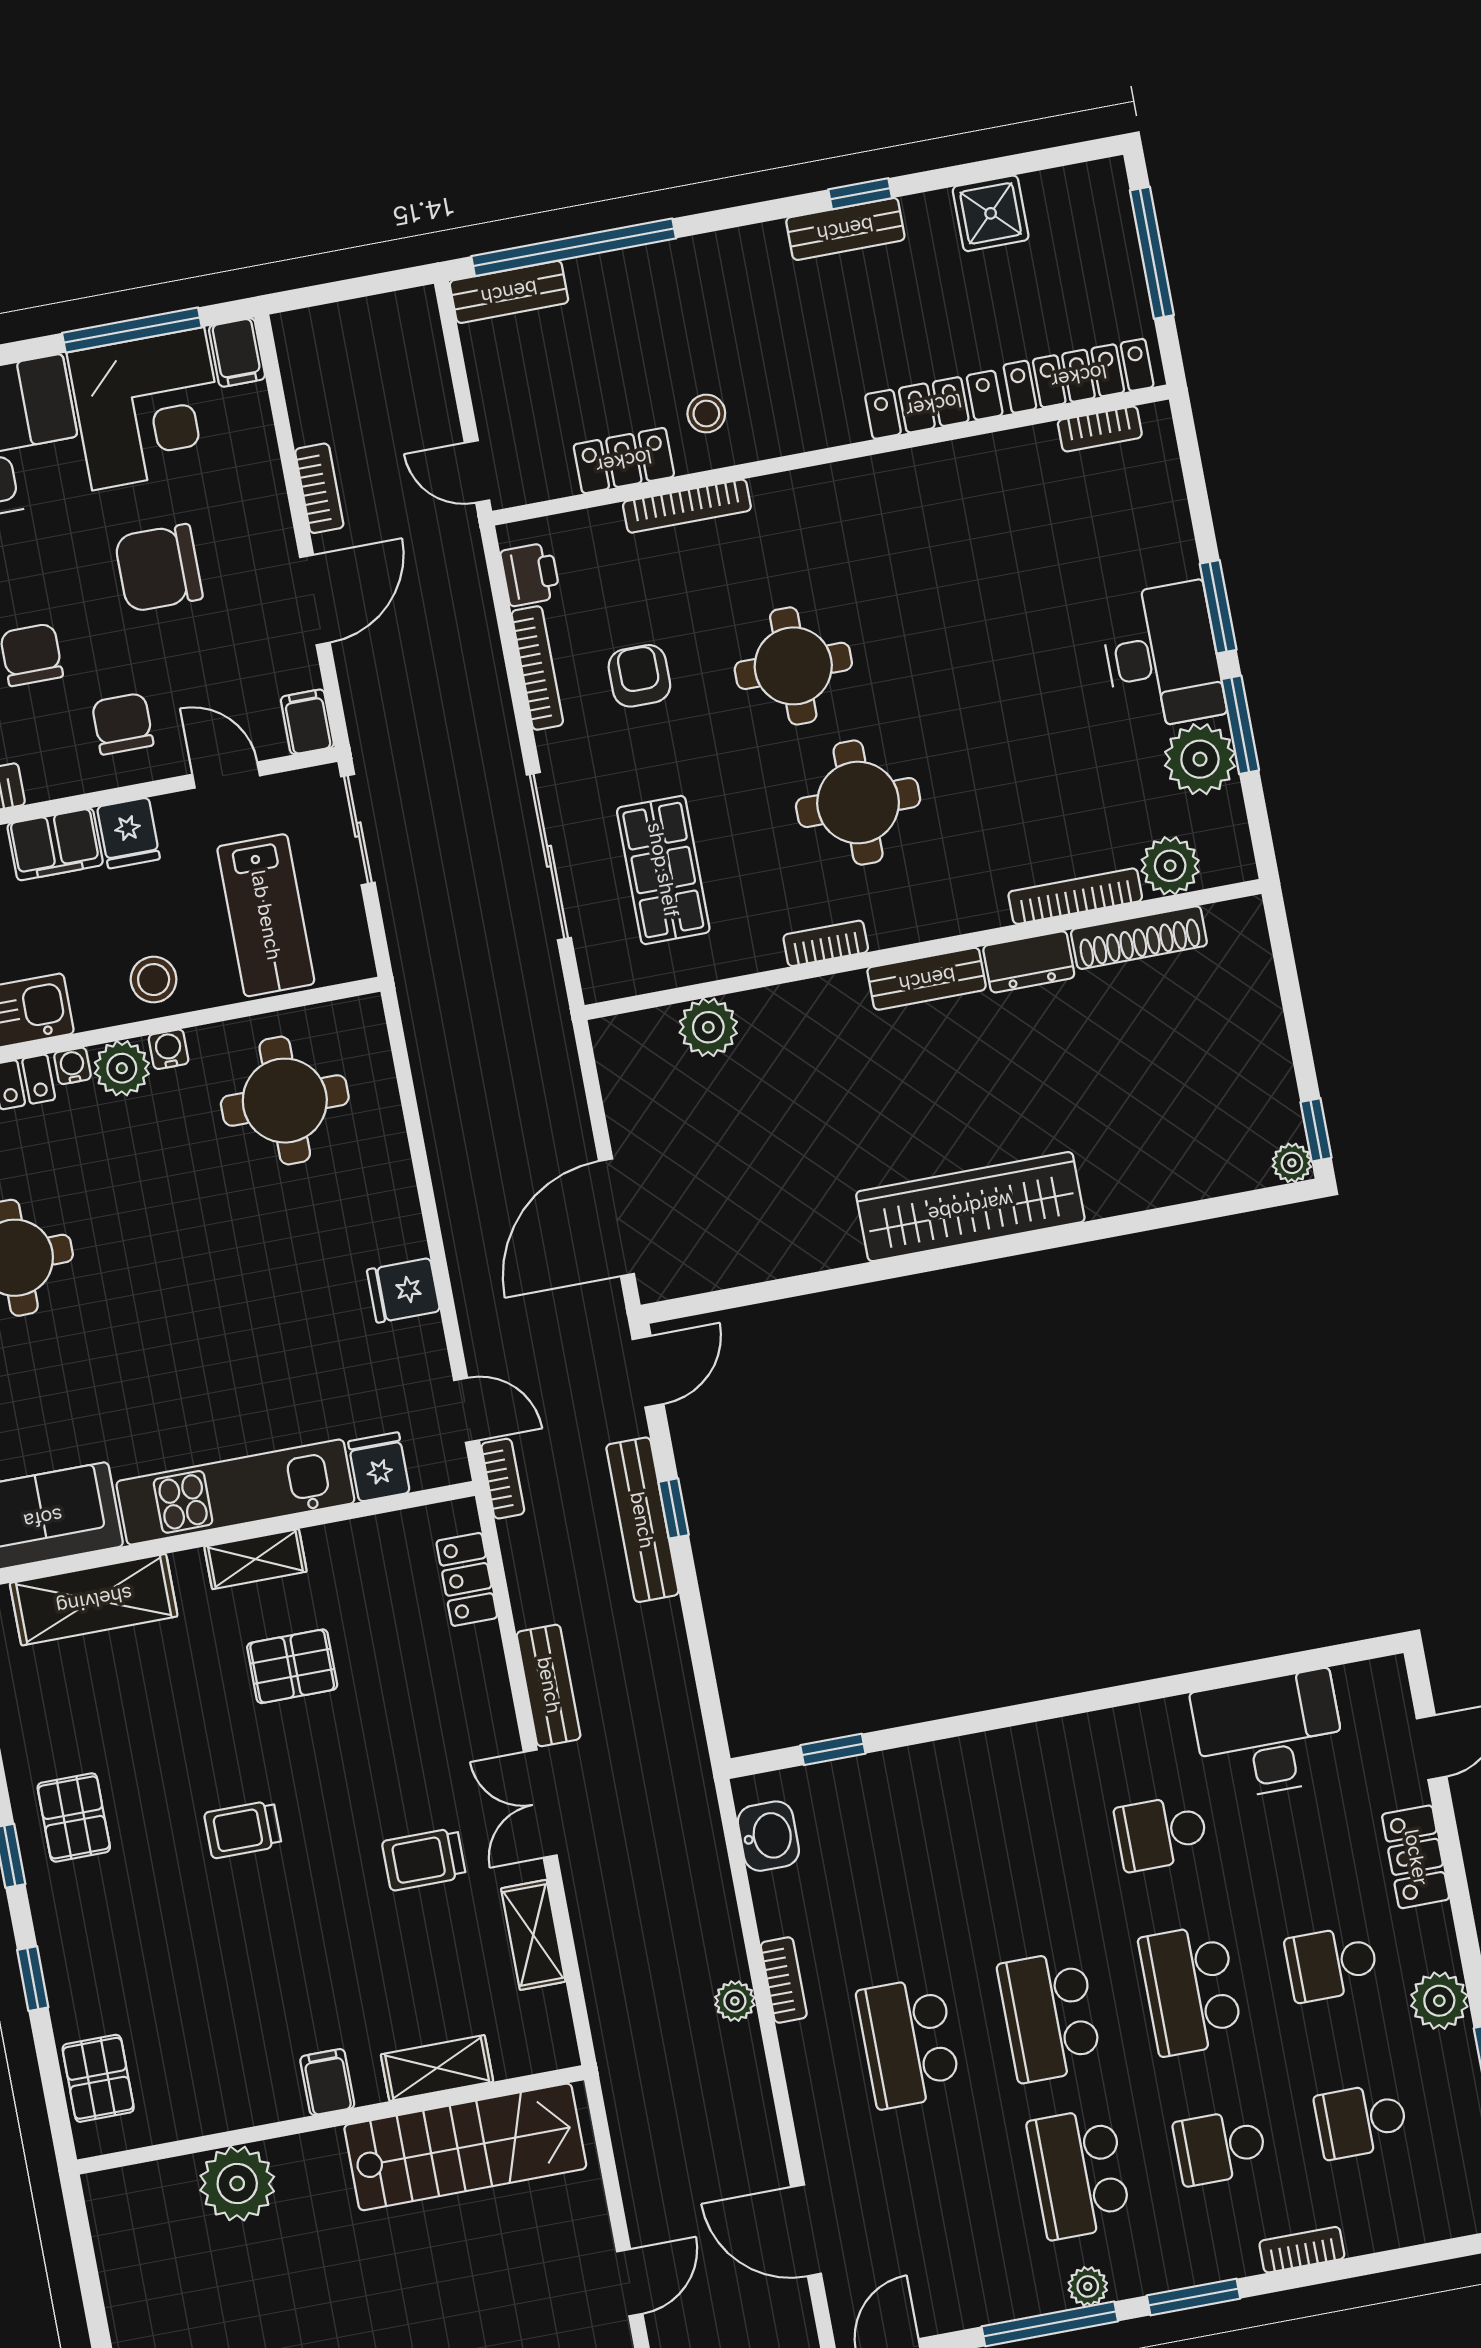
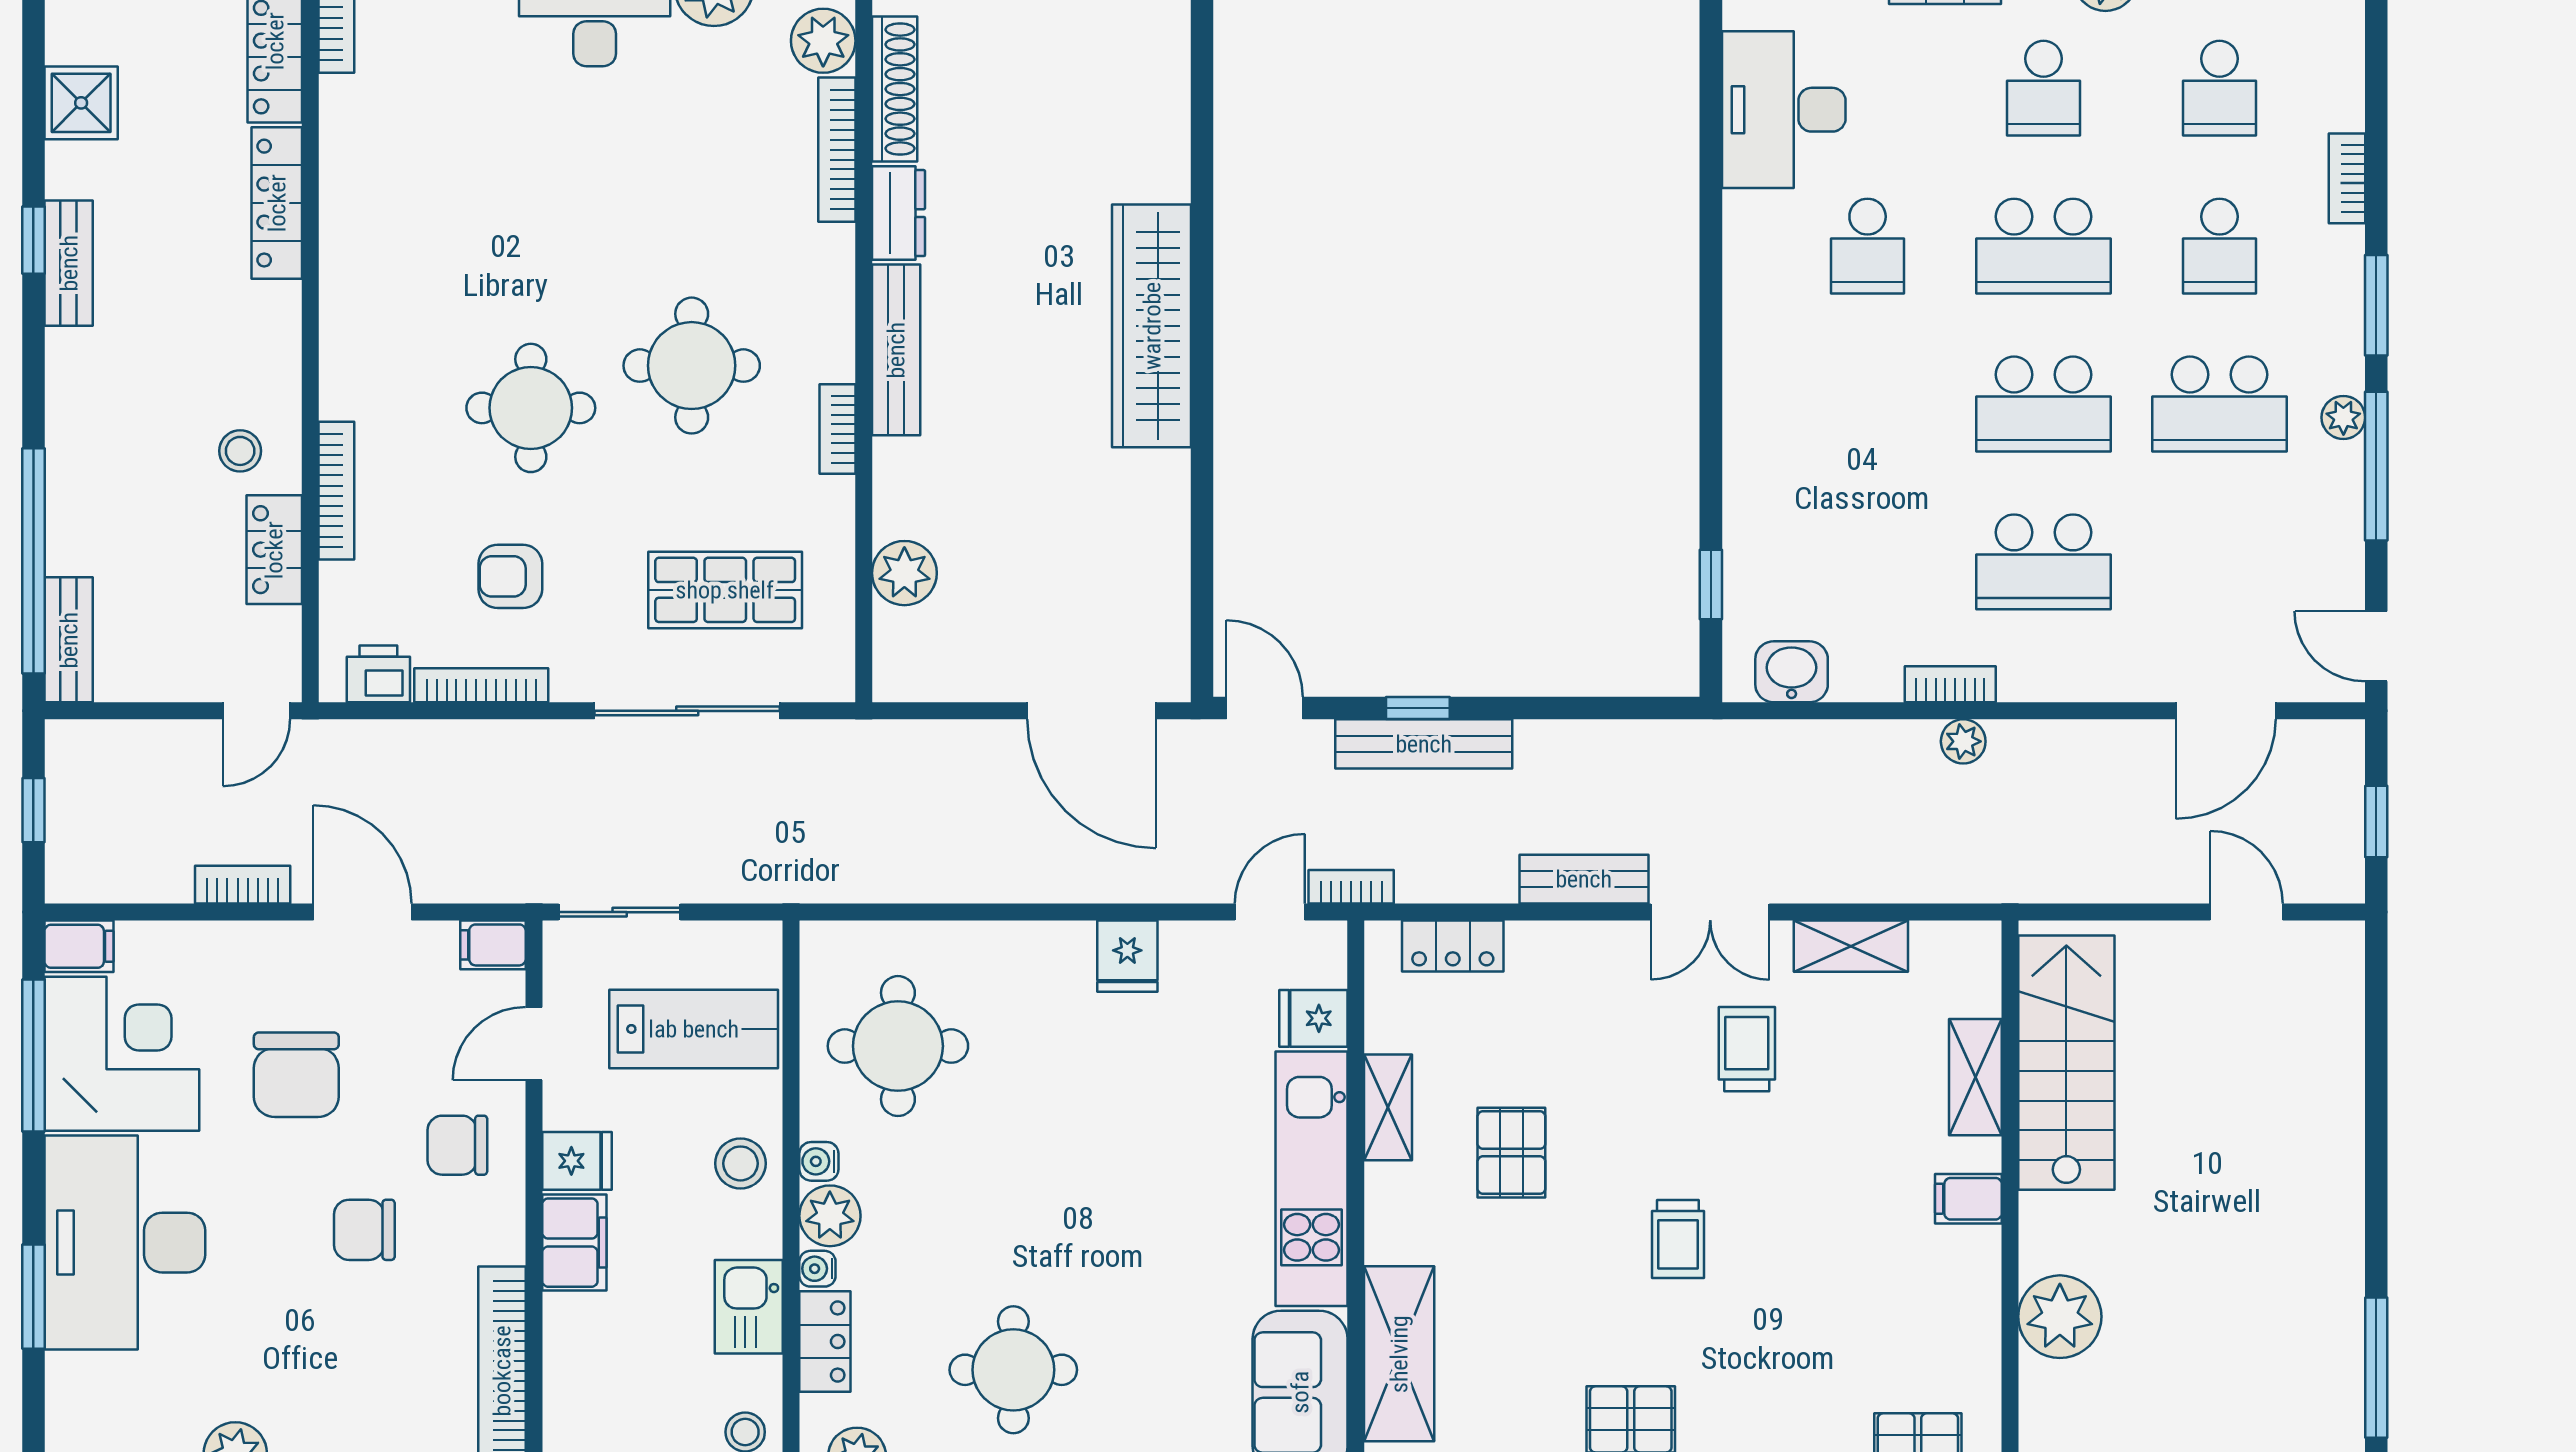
window: (351, 289) -> (33, 810), added
bench: (927, 979) -> (896, 350), width x1.36
shelving: (255, 1559) -> (1388, 1107), moved
trolley: (424, 1859) -> (1747, 1049), turned 180

